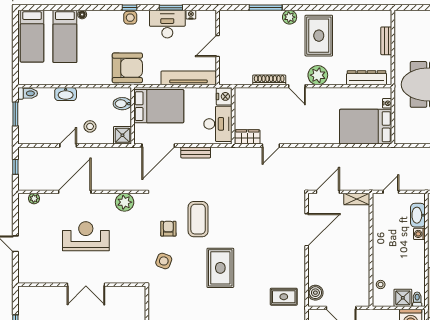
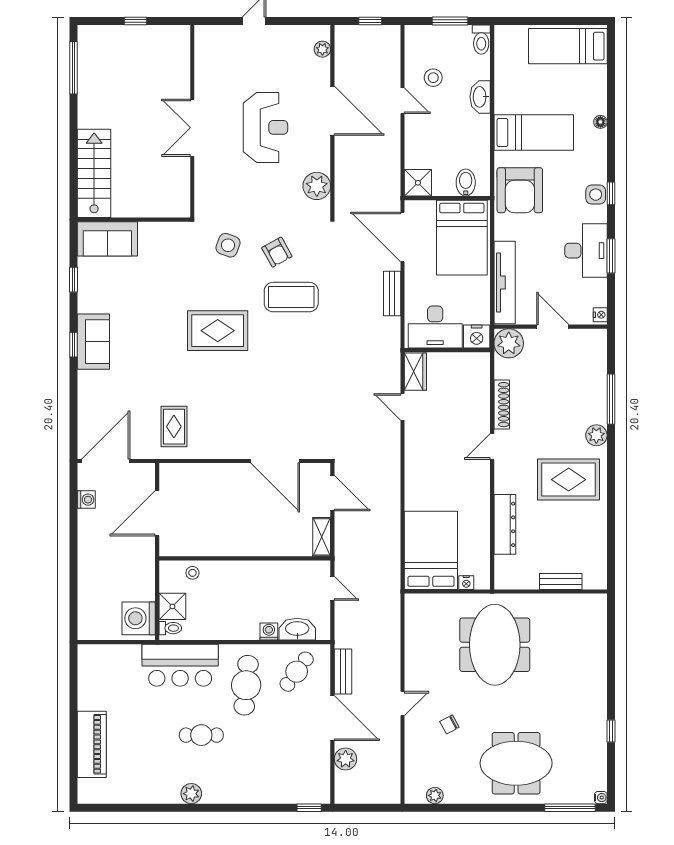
nightstand: (191, 15) -> (600, 315), moved
bed: (65, 36) -> (534, 132), moved, turned 180
plant: (318, 75) -> (509, 343), moved
dresser: (367, 78) -> (505, 524), moved
stool: (90, 126) -> (433, 78), moved
armchair: (168, 229) -> (277, 252), turned 61
boiler: (315, 293) -> (180, 474), removed

